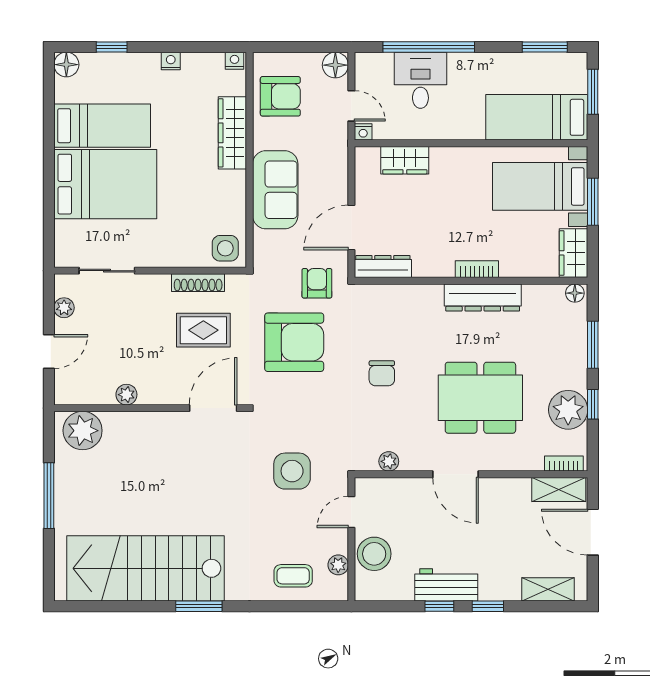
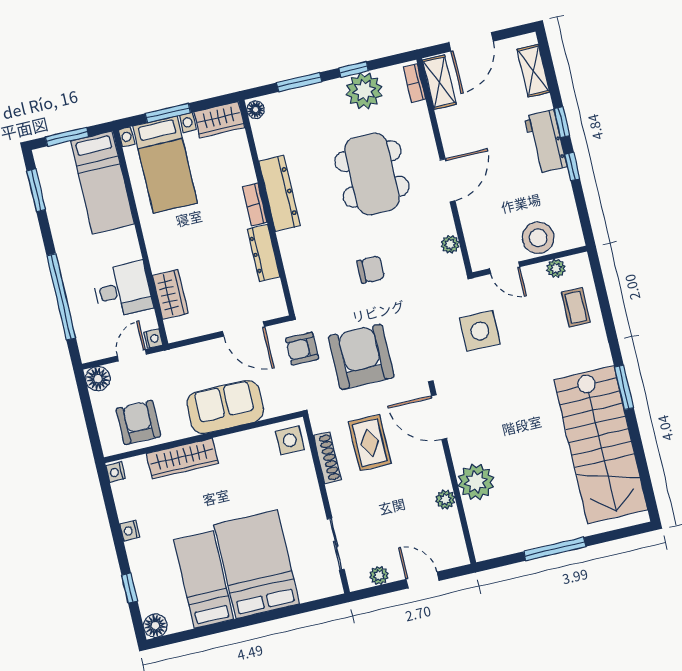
desk: (420, 80) -> (123, 290), moved, turned 180
dresser: (383, 267) -> (264, 253), moved
plant: (83, 431) -> (476, 482), moved
workbench: (446, 585) -> (546, 141), moved

